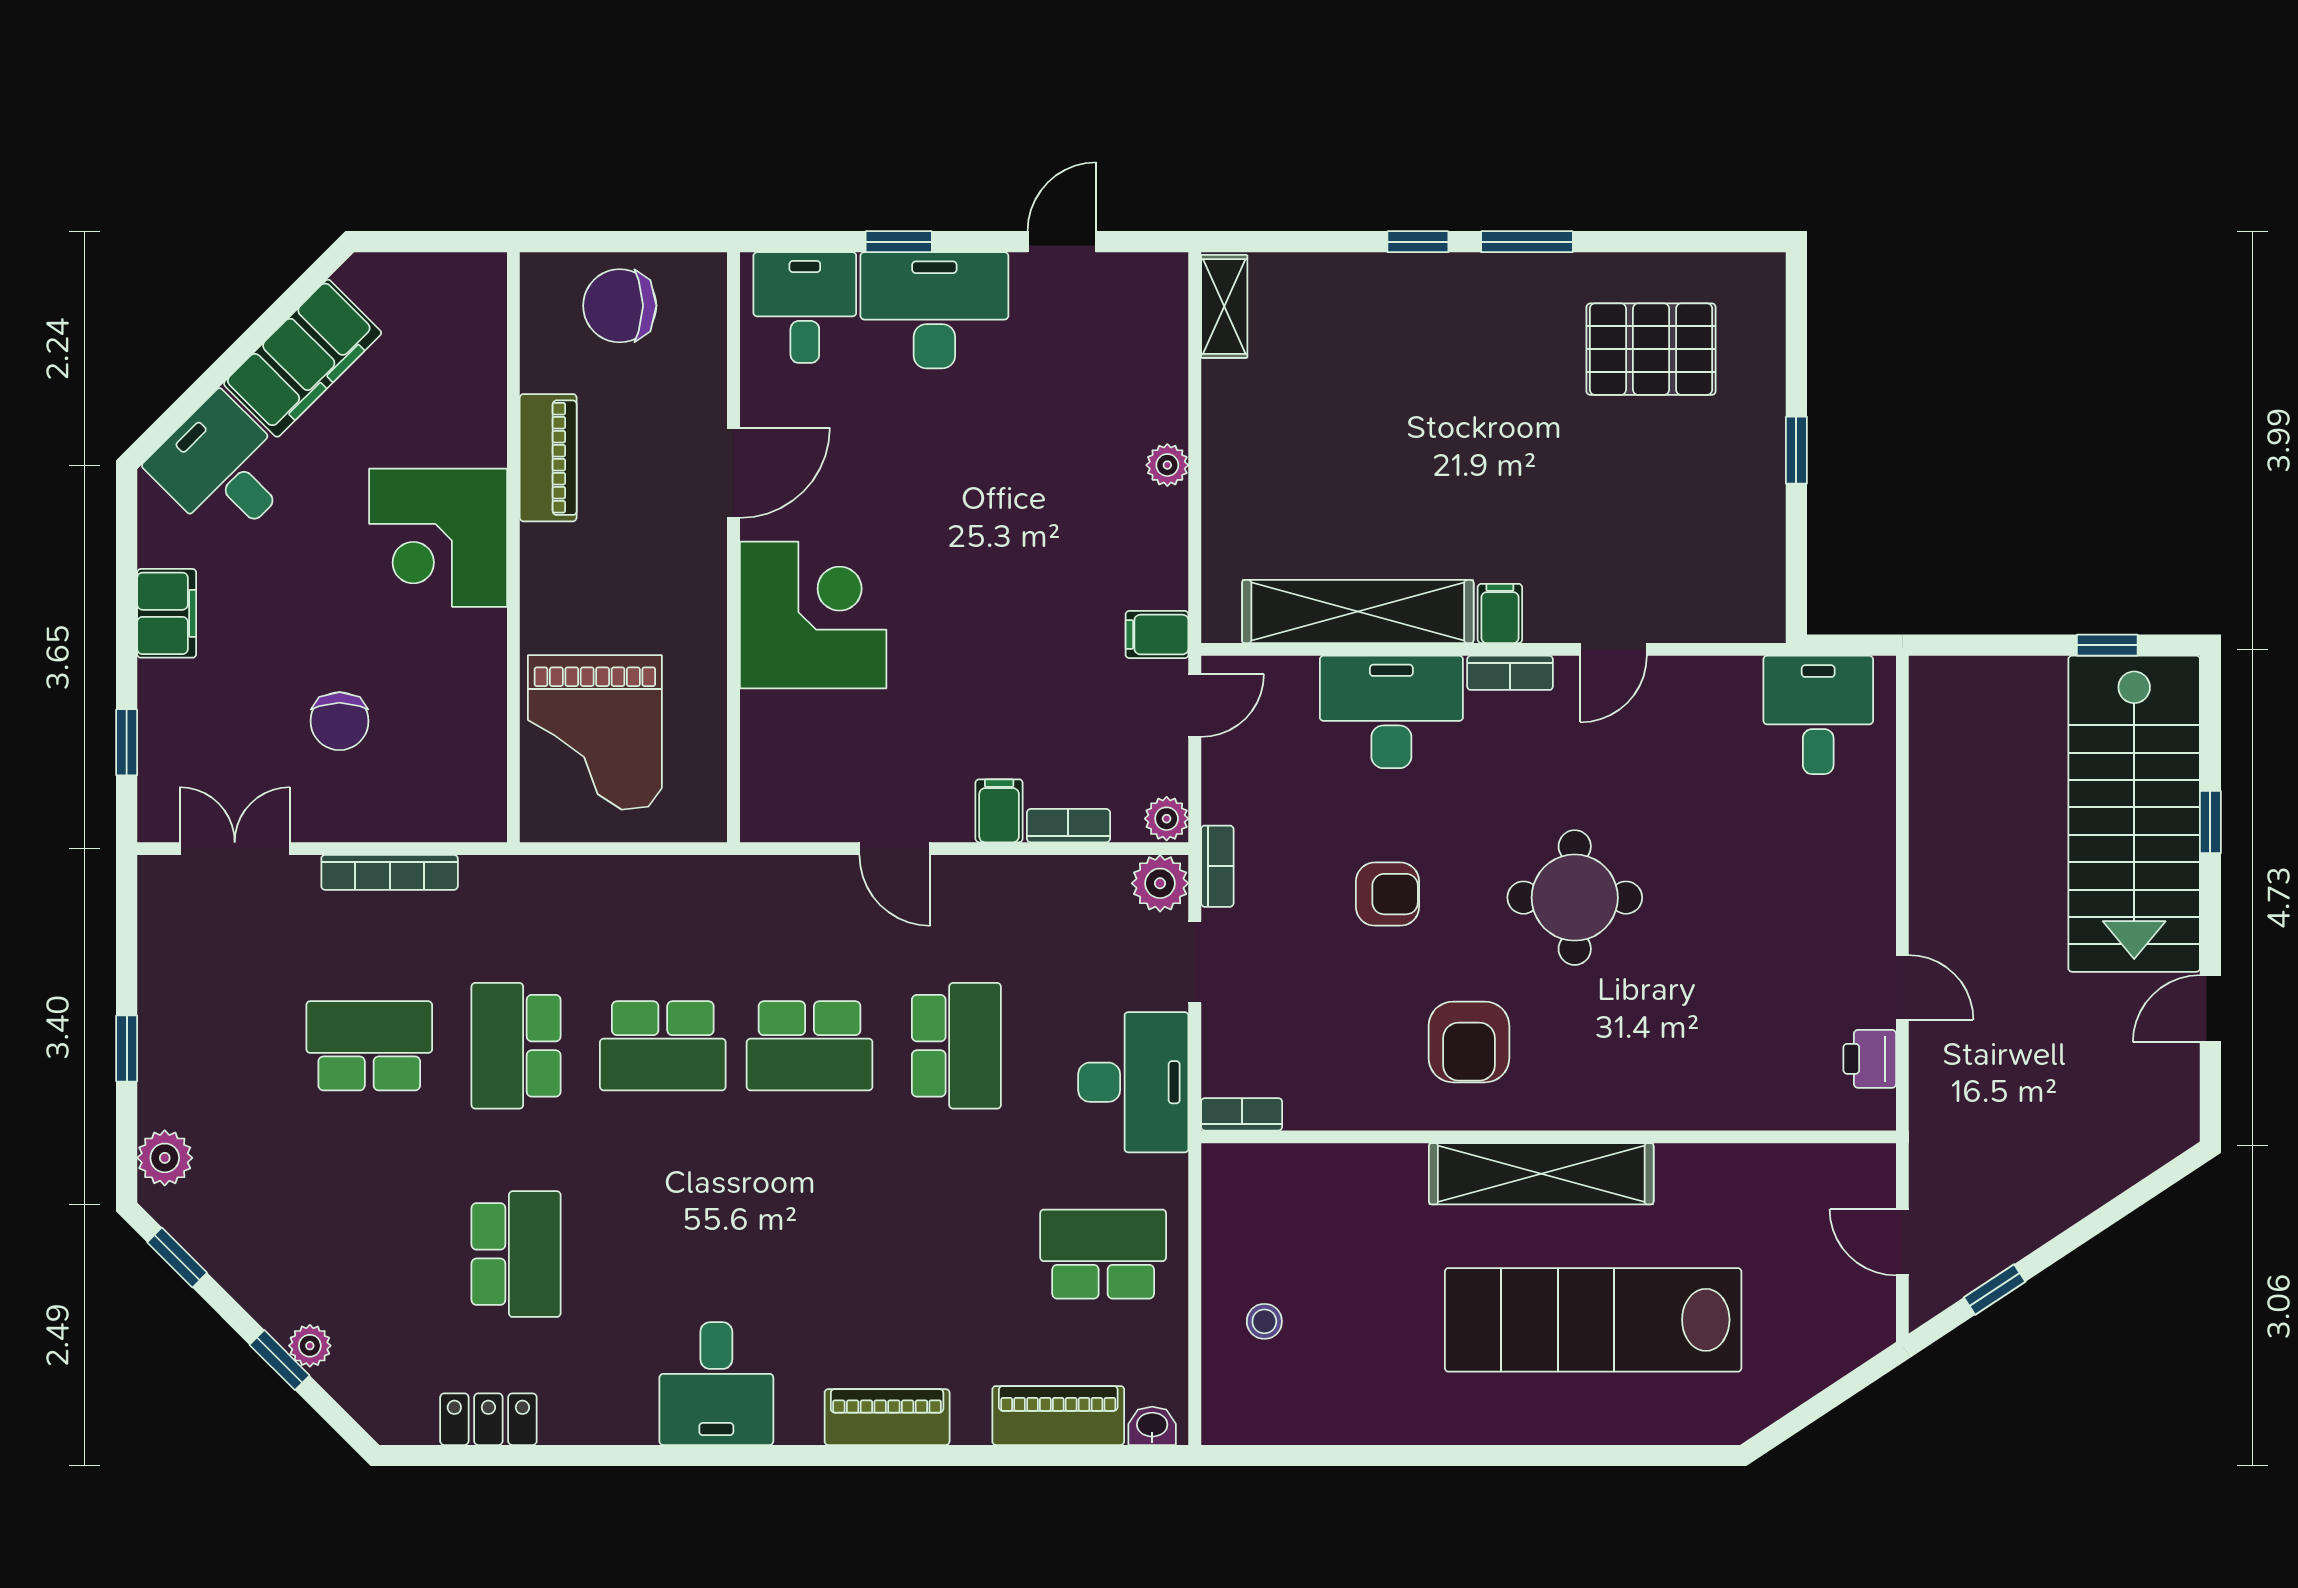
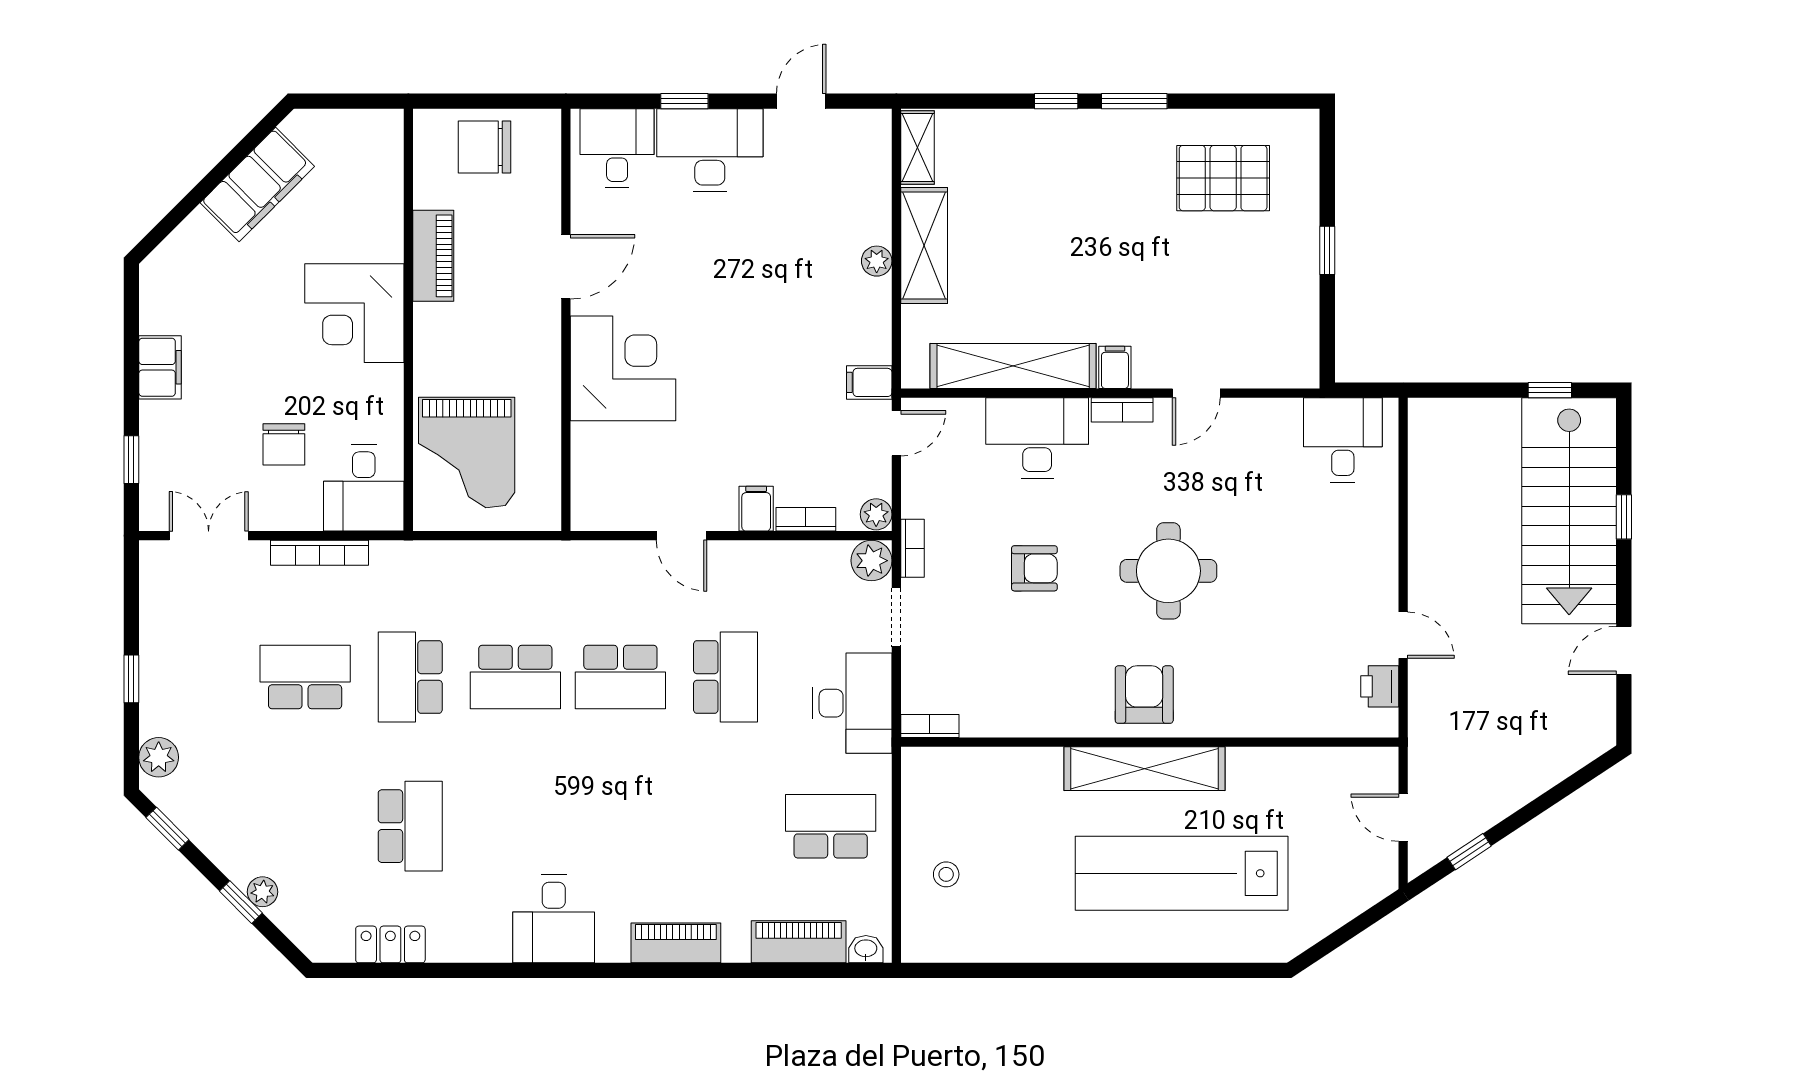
shelving: (1234, 443) -> (924, 246), added
desk: (223, 469) -> (364, 488), moved, turned -135
armchair: (1469, 1042) -> (1144, 695), moved, turned 180

